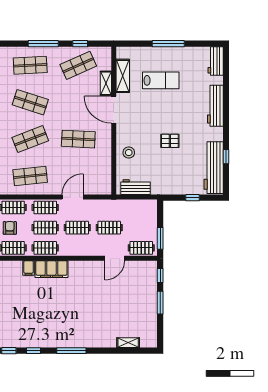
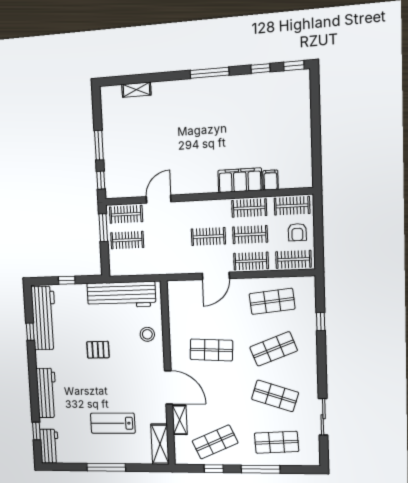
window: (226, 74) -> (36, 431), added
shelving: (123, 76) -> (160, 444), moved
workbench: (135, 187) -> (121, 295), width x1.87, depth x1.32
clothes rail: (109, 228) -> (127, 240), moved

